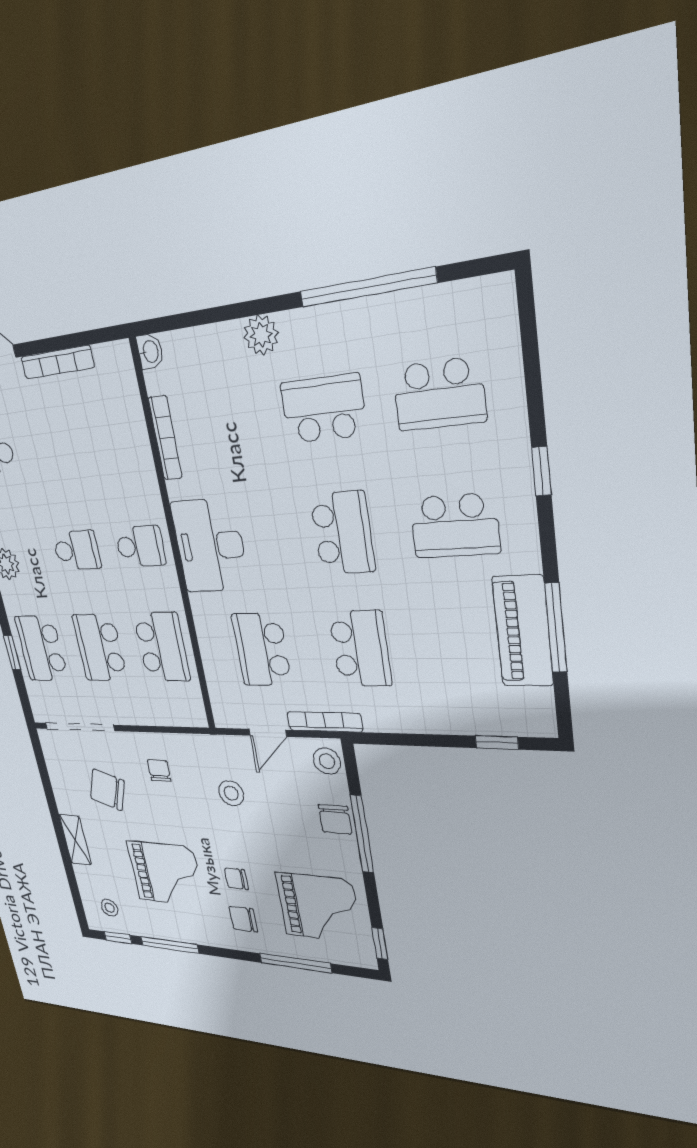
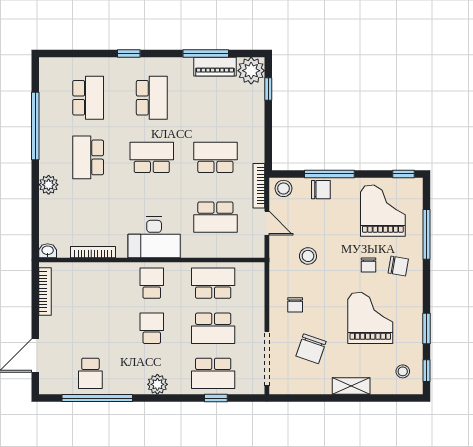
bookcase: (57, 362) -> (45, 292), moved
piano: (523, 631) -> (215, 67), width x0.73, depth x0.75
plant: (529, 713) -> (251, 71), added
chair: (159, 771) -> (295, 305), turned -90
chair: (243, 919) -> (398, 266), turned -80
window: (169, 945) -> (427, 328), width x0.69

